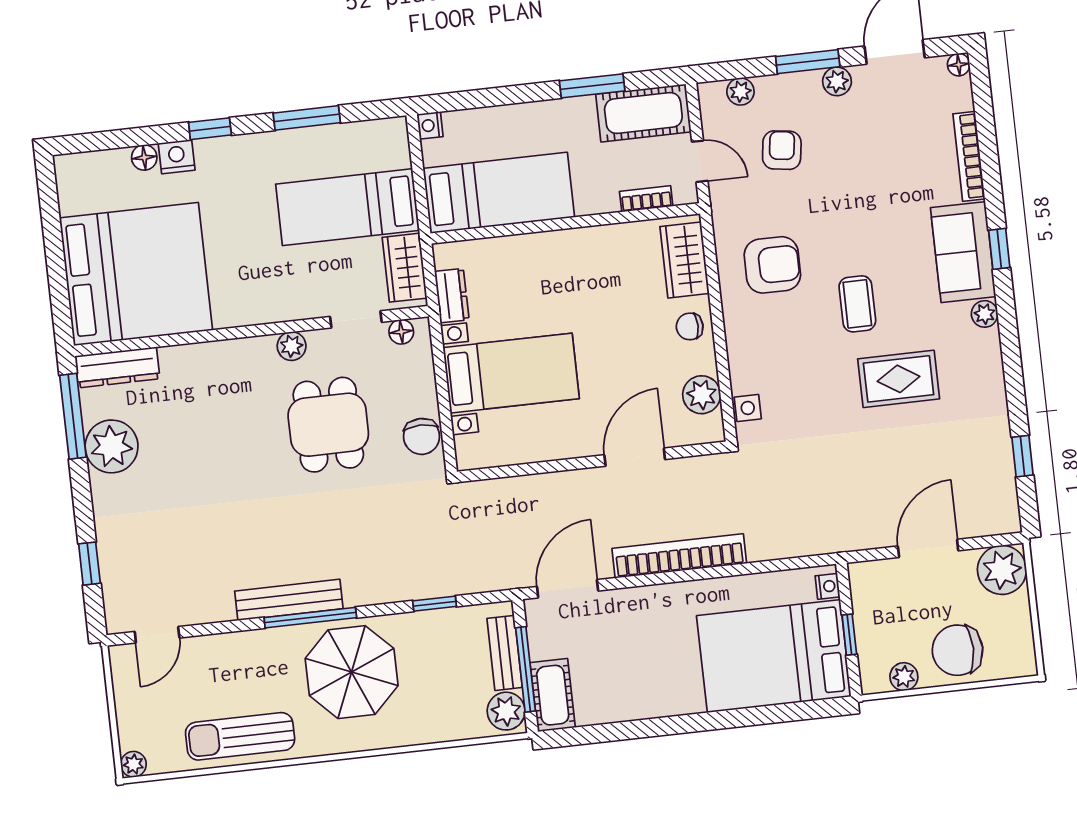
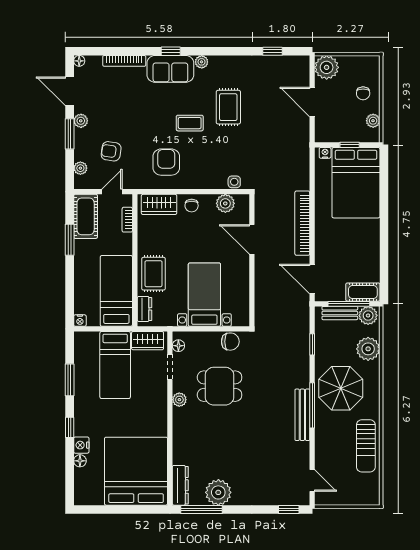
rug: (542, 265) -> (154, 274), added
dresser: (452, 296) -> (144, 309), moved, turned 90
window: (89, 564) -> (289, 509), moved
chair: (957, 650) -> (363, 93), width x0.54, depth x0.54
plant: (133, 764) -> (368, 349), moved, width x1.88, depth x1.88

